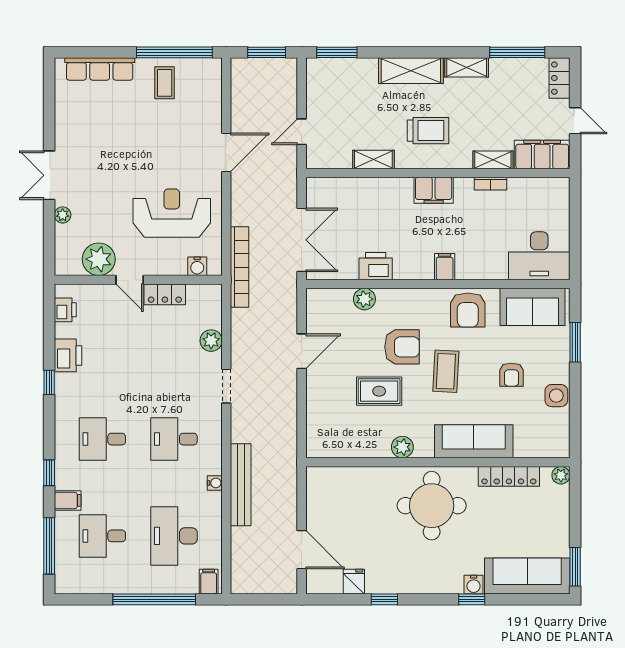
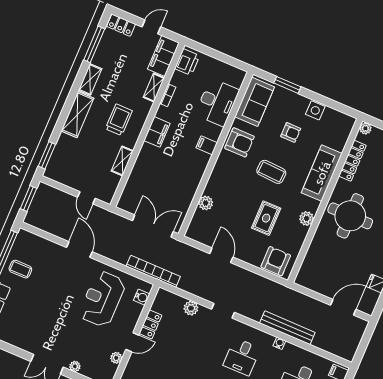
desk: (539, 256) -> (217, 102), moved
plant: (99, 259) -> (116, 358), width x0.53, depth x0.53
printer: (376, 266) -> (187, 62), moved, turned 180
armchair: (402, 347) -> (276, 261), moved

